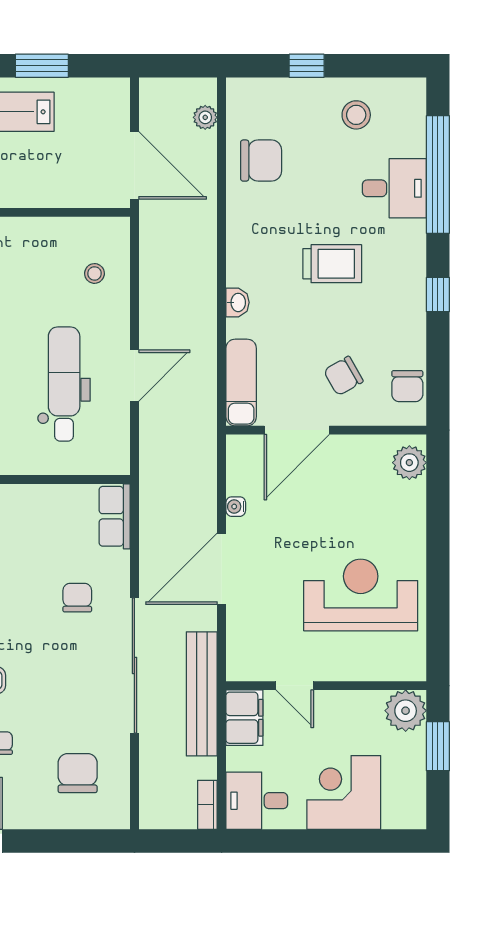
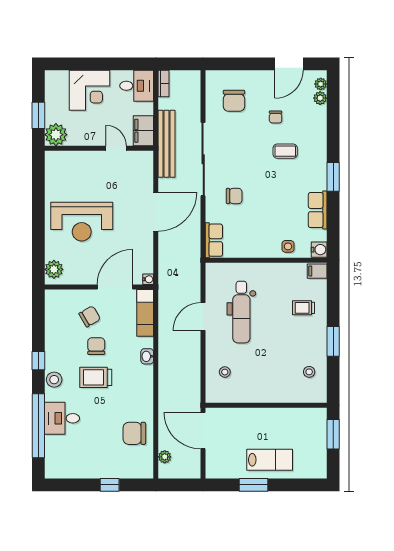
stool: (356, 115) -> (54, 380), moved
chair: (407, 386) -> (96, 346), moved
water cooler: (236, 507) -> (148, 279), moved
reception desk: (361, 595) -> (82, 222), moved
chair: (77, 598) -> (234, 196), turned -90

